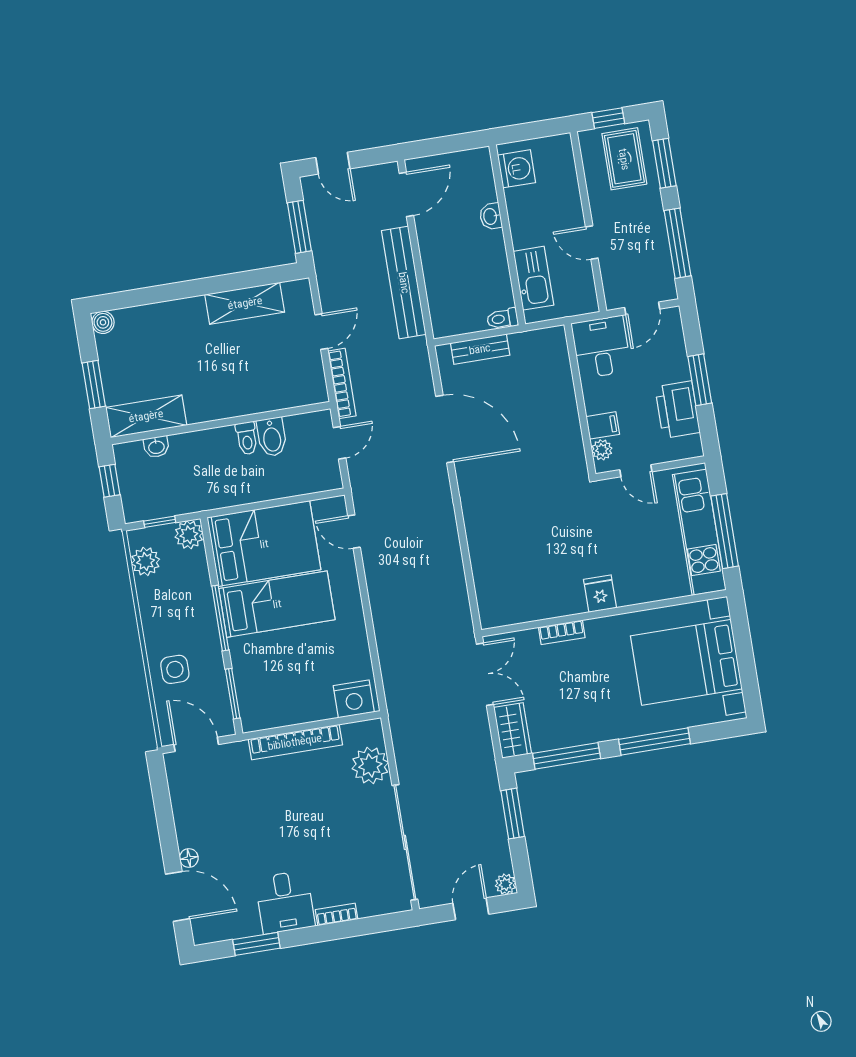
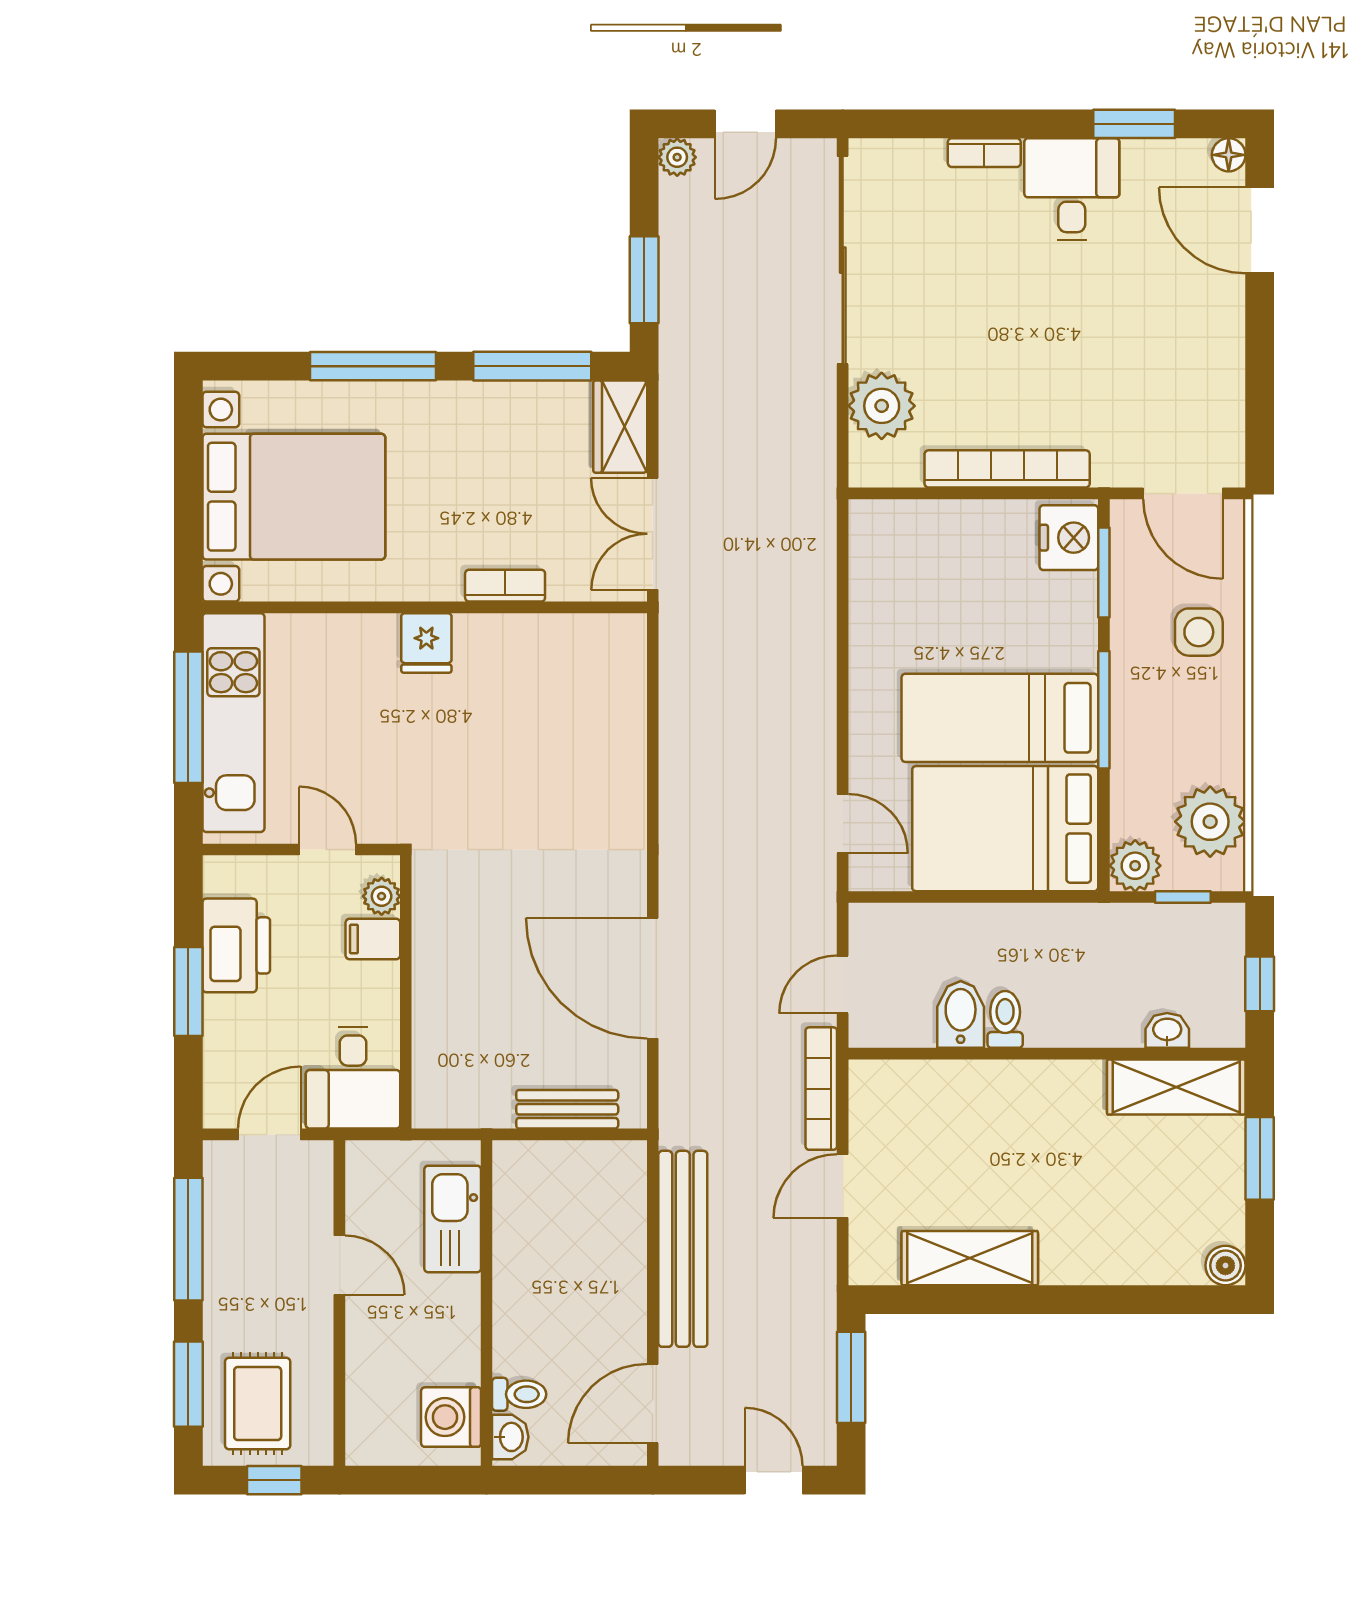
washbasin: (491, 216) -> (510, 1437), moved
toilet: (502, 319) -> (519, 1394), moved
plant: (145, 561) -> (1210, 822), width x1.36, depth x1.36
nightstand: (354, 699) -> (1069, 538), moved, turned 90
floor lamp: (189, 858) -> (1229, 155), moved

